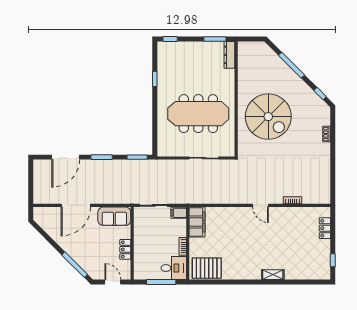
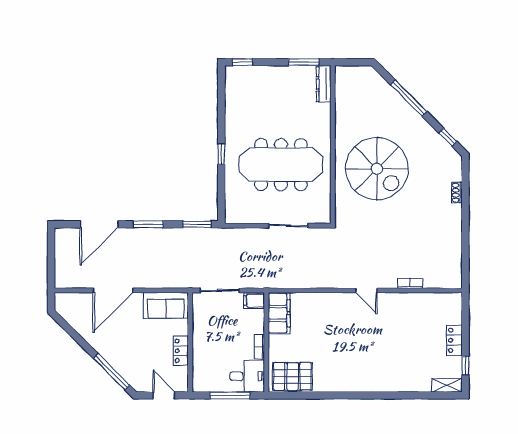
window: (155, 79) -> (221, 154), moved
locker: (325, 228) -> (454, 340), moved
shelving: (273, 275) -> (447, 385), moved

